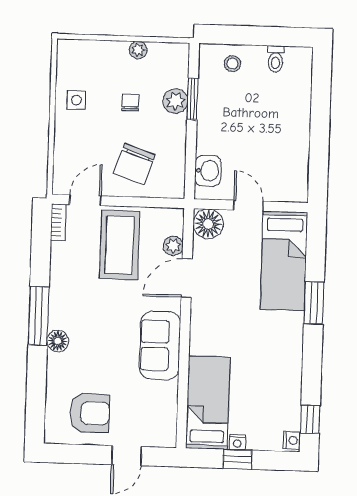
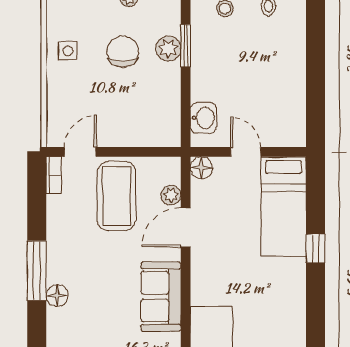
chair: (130, 103) -> (123, 51), width x1.87, depth x1.87
chair: (134, 164) -> (129, 114), removed
floor lamp: (208, 224) -> (201, 168), width x0.73, depth x0.73
window: (314, 303) -> (315, 248), width x0.67

